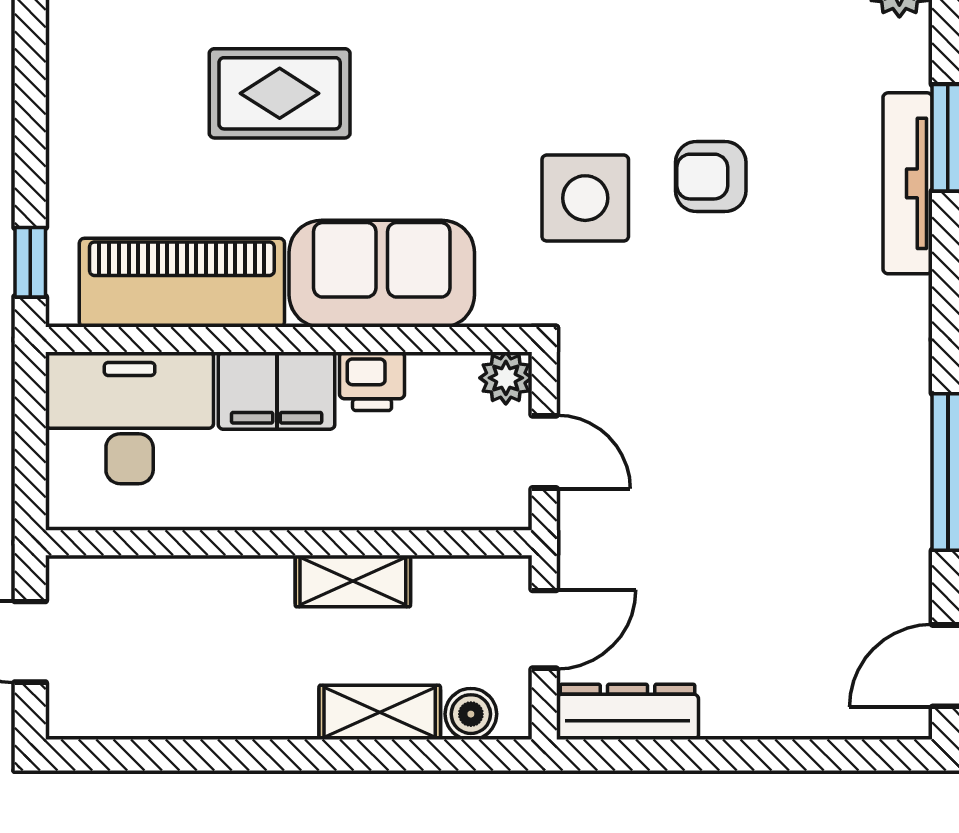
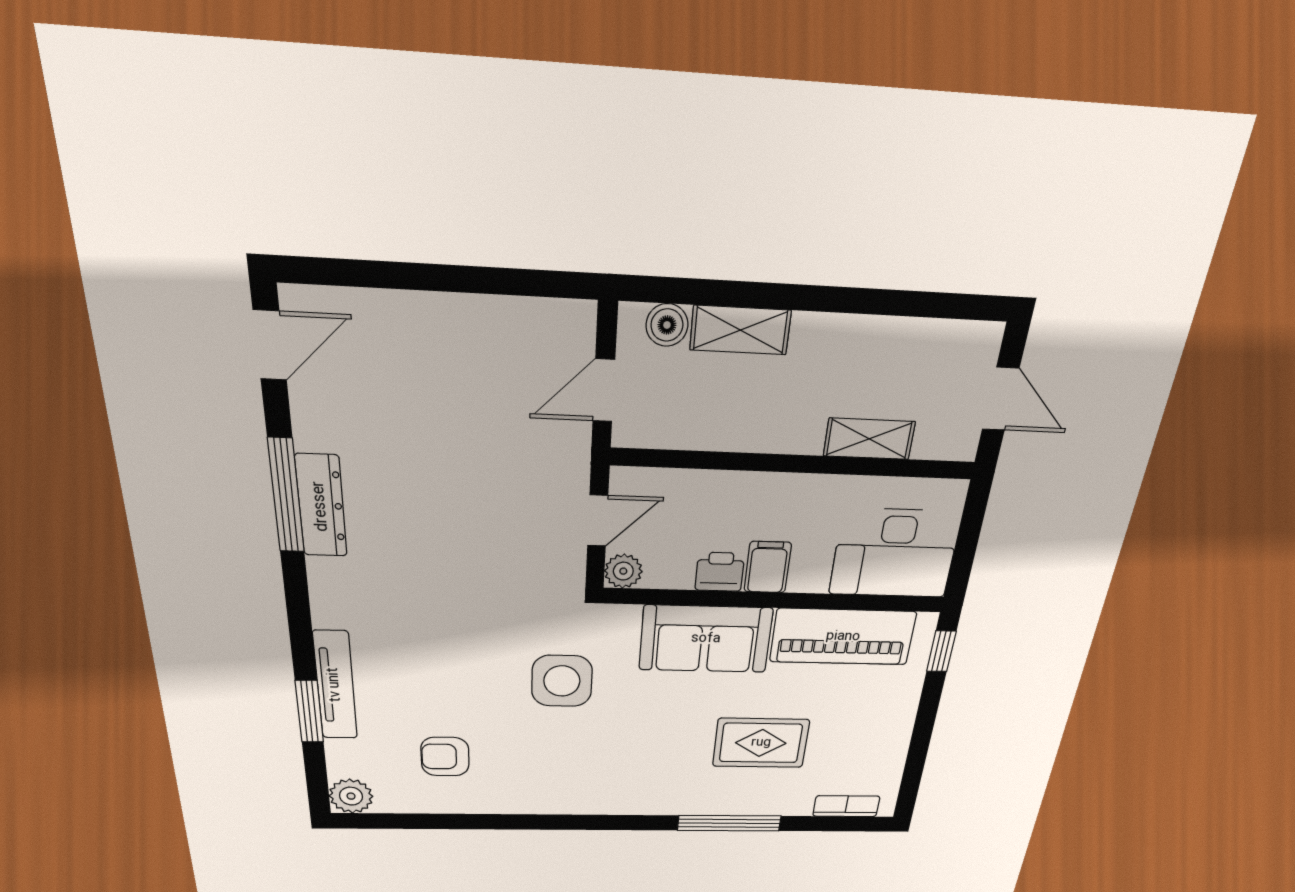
armchair: (711, 177) -> (445, 757), moved, turned 180
filing cabinet: (277, 391) -> (768, 567), width x0.50
door: (544, 452) -> (598, 521), swing flipped
shelving: (353, 581) -> (869, 439), moved
dresser: (628, 712) -> (321, 506), moved, turned -90

